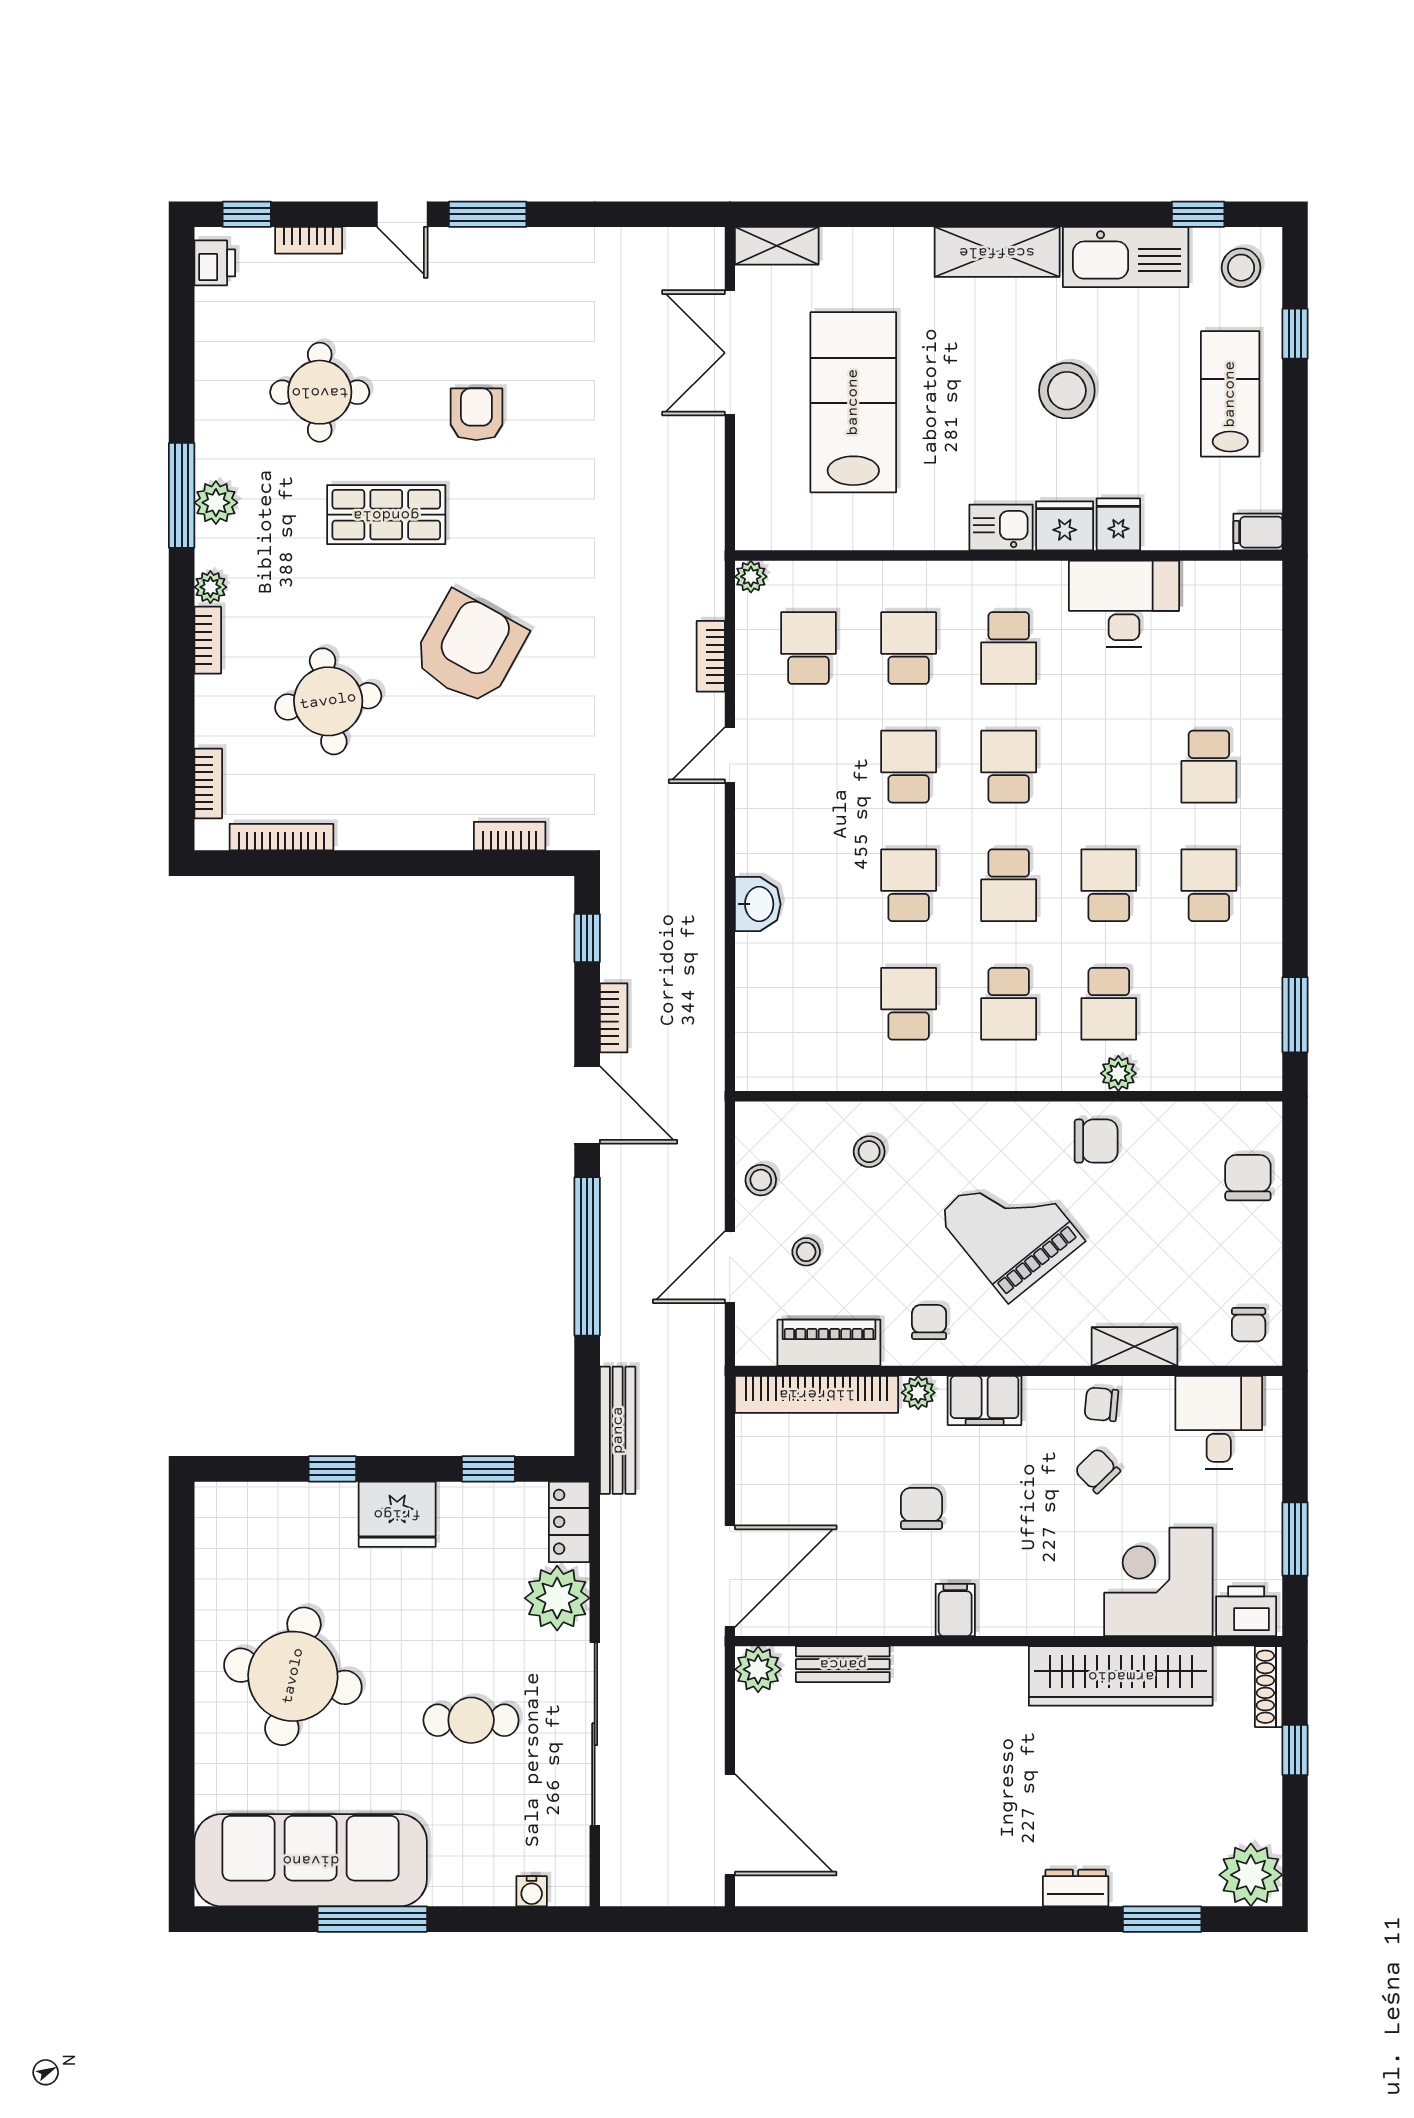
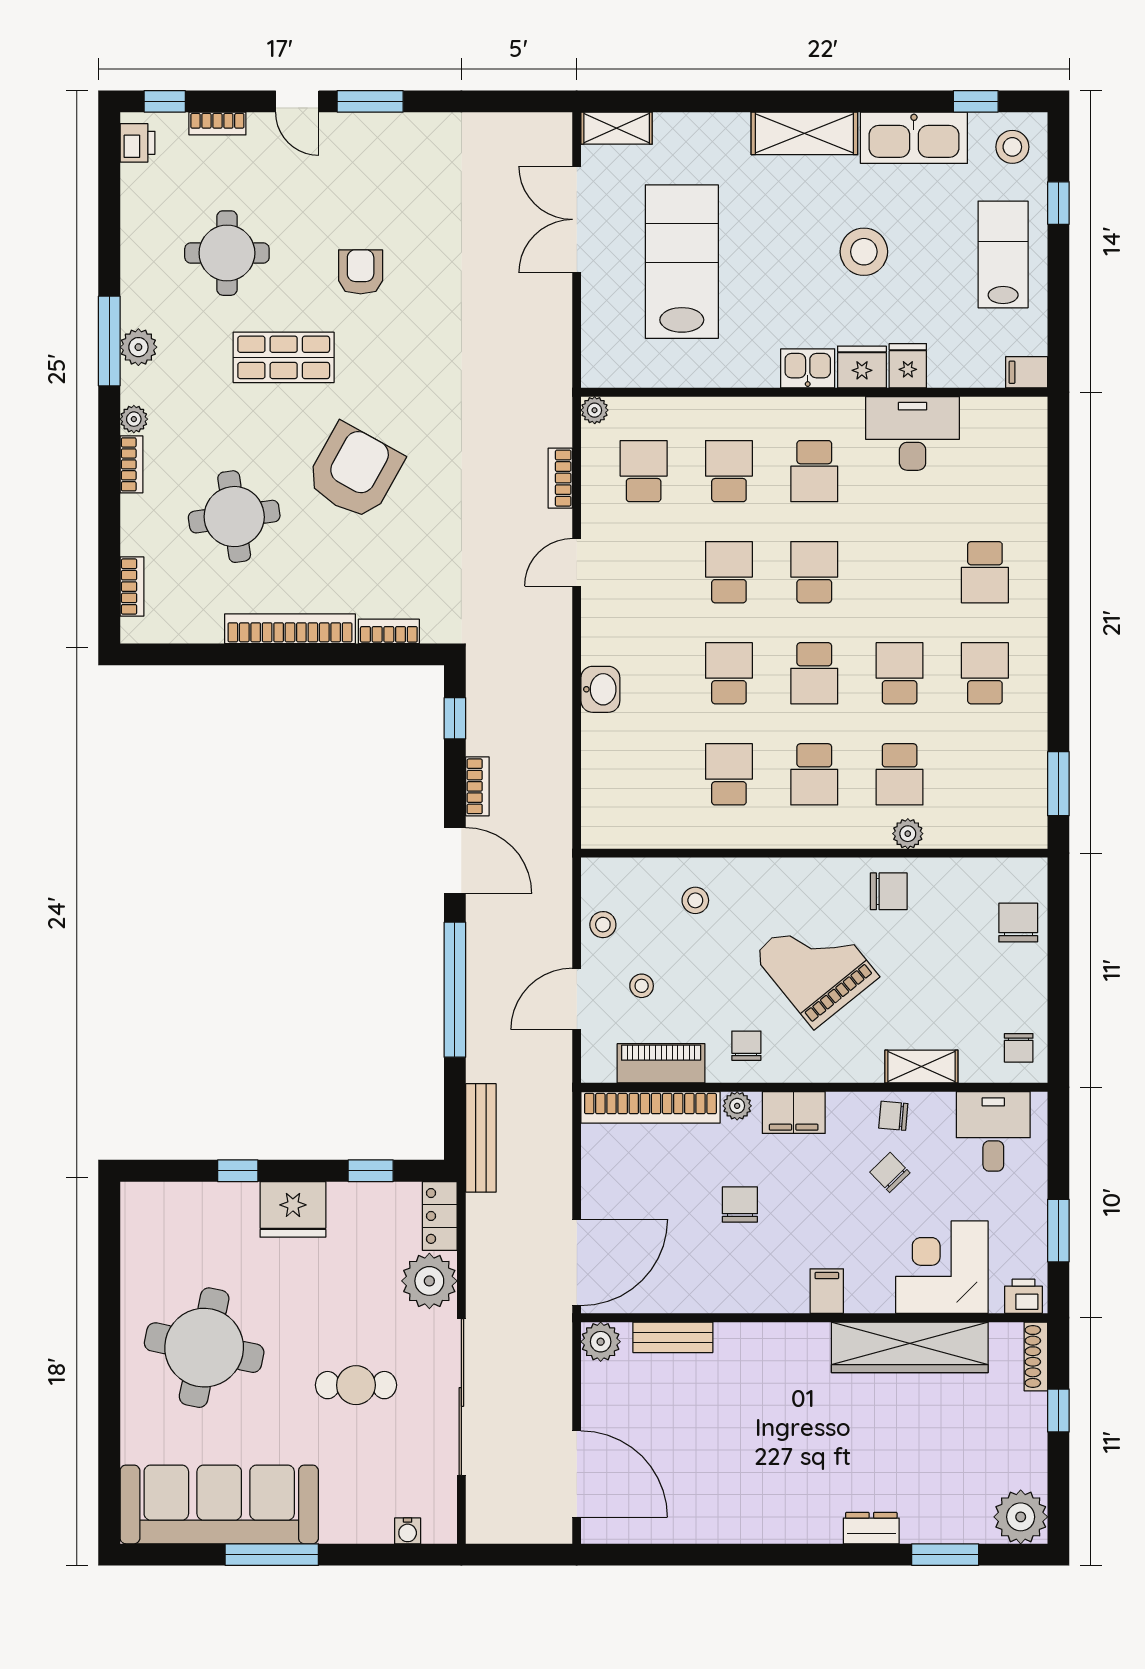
bookcase: (281, 837) -> (290, 629), moved, width x1.48, depth x1.31
filing cabinet: (955, 1610) -> (827, 1291), moved
printer: (1246, 1611) -> (1023, 1296), width x0.73, depth x0.81

